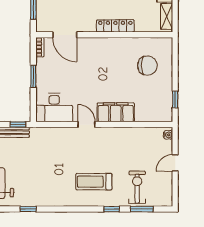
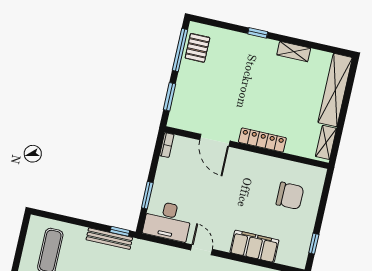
door: (65, 35) -> (215, 140), moved
window: (33, 76) -> (147, 195), moved
filing cabinet: (116, 112) -> (254, 246), moved

